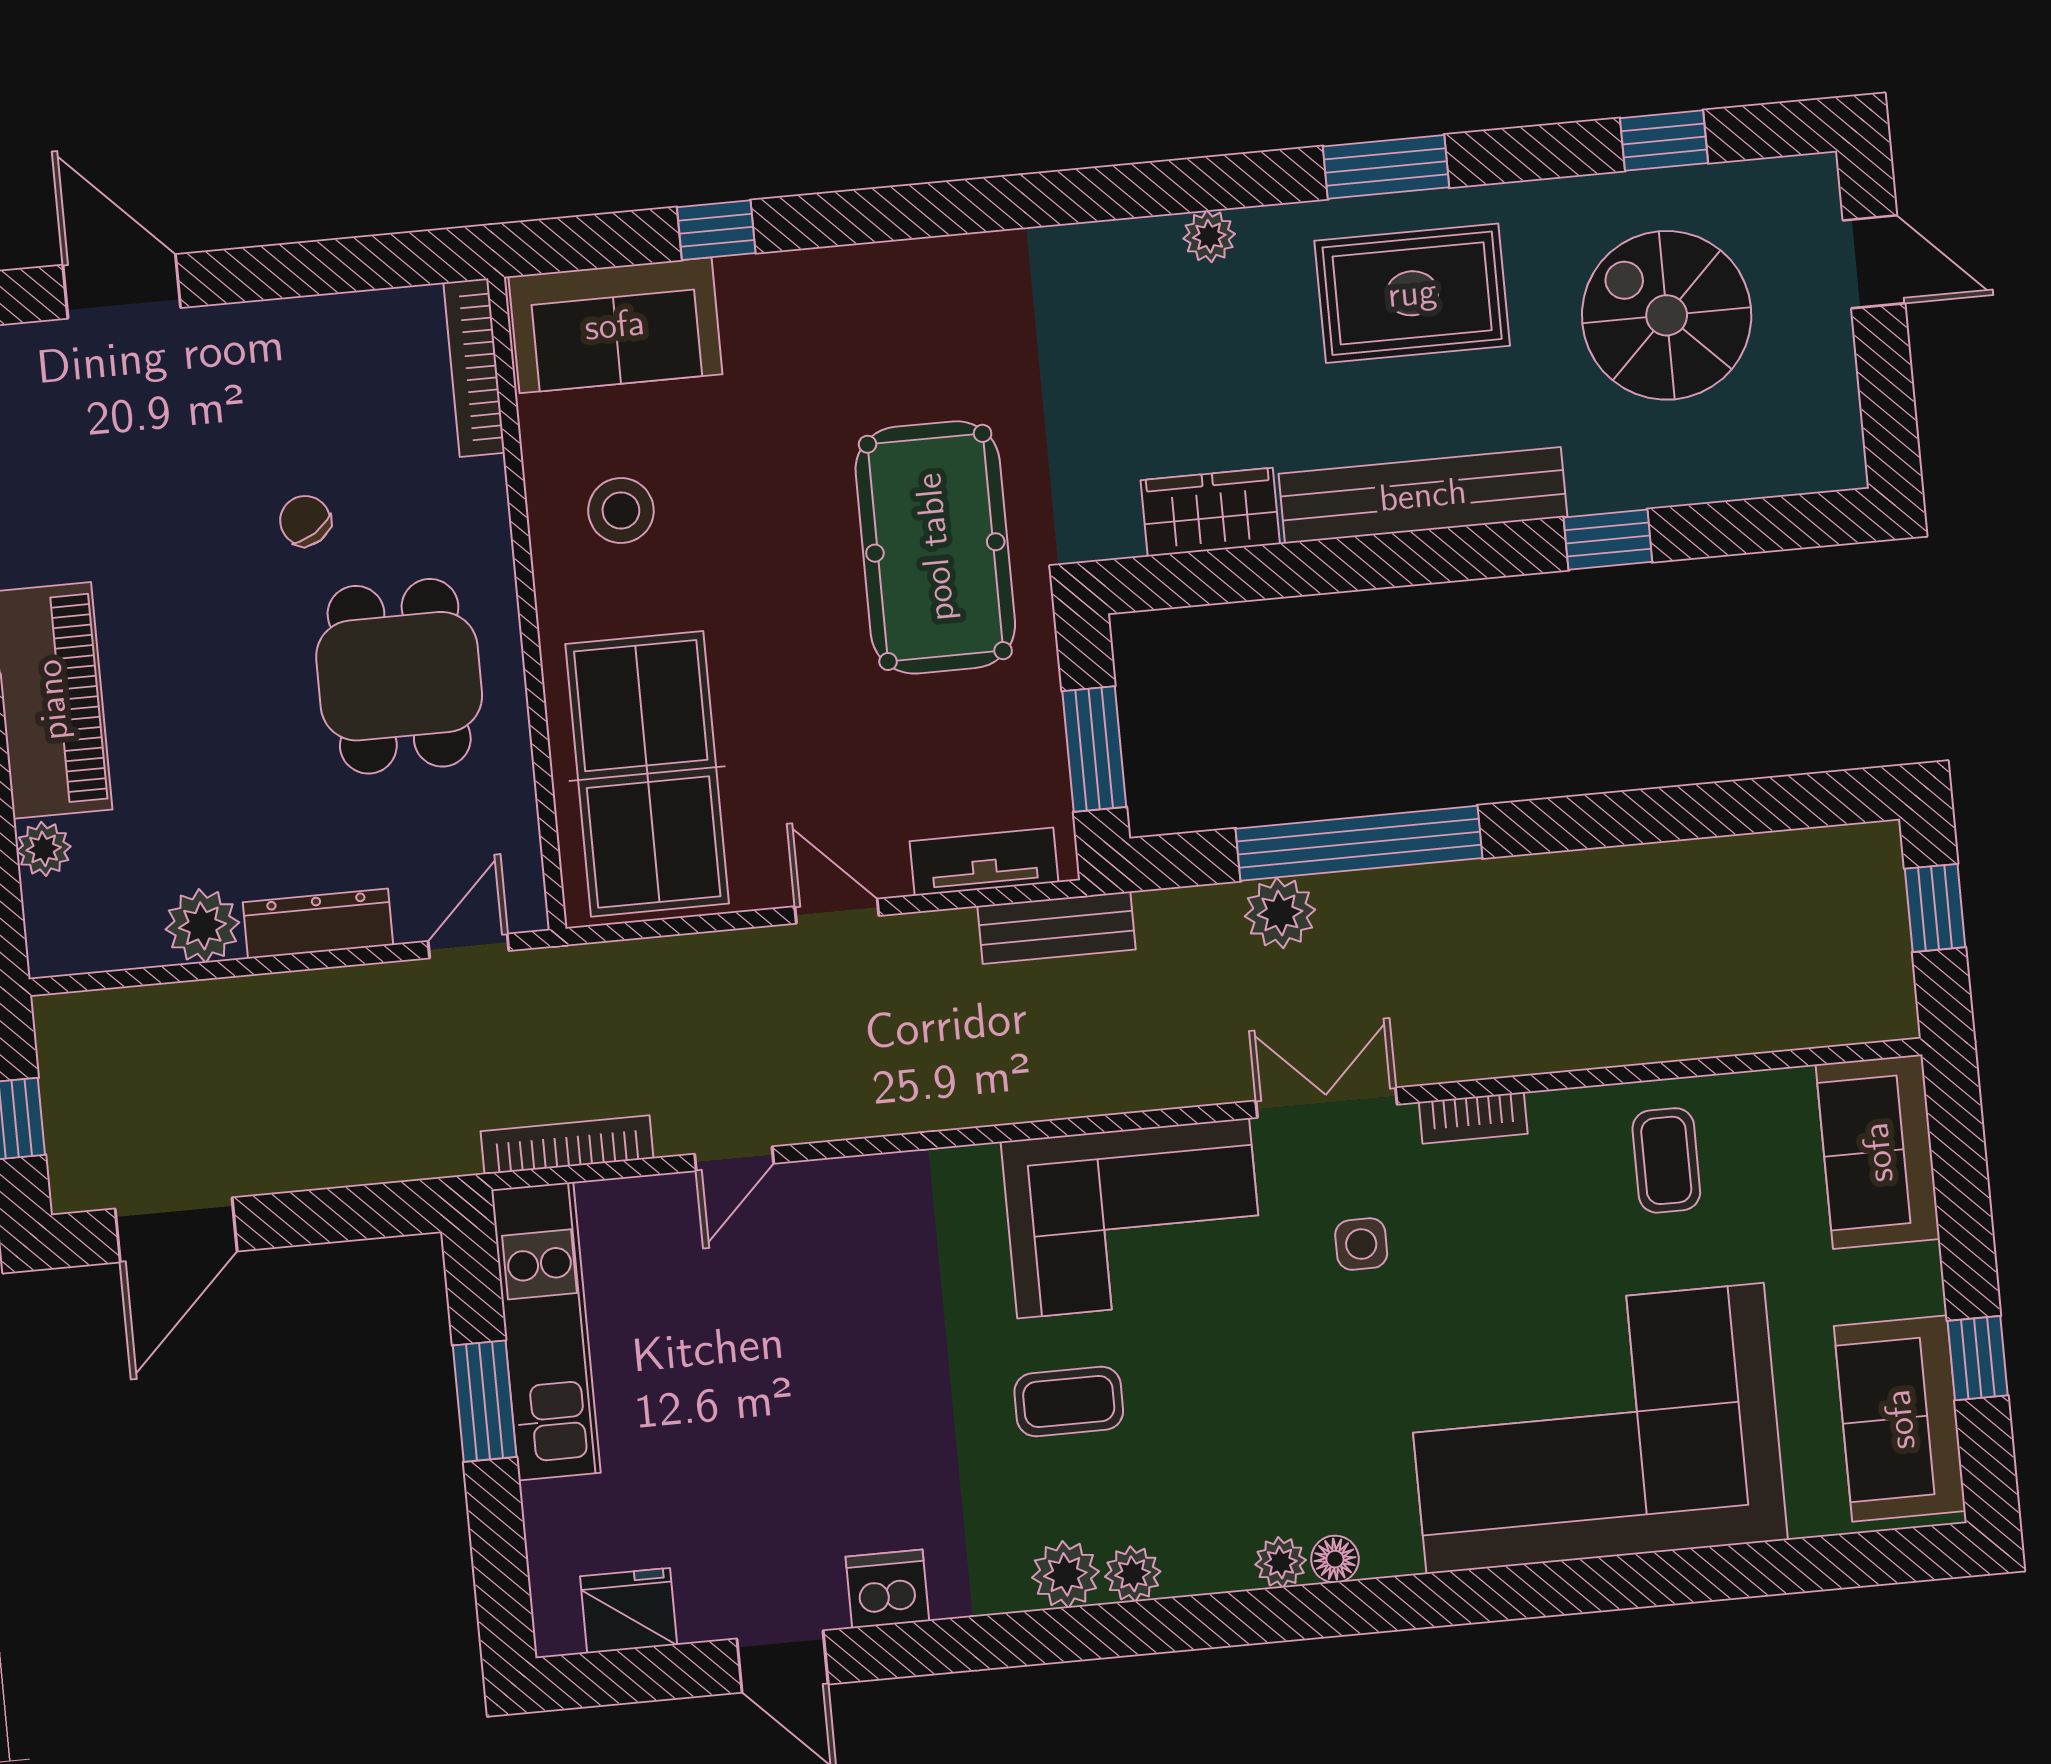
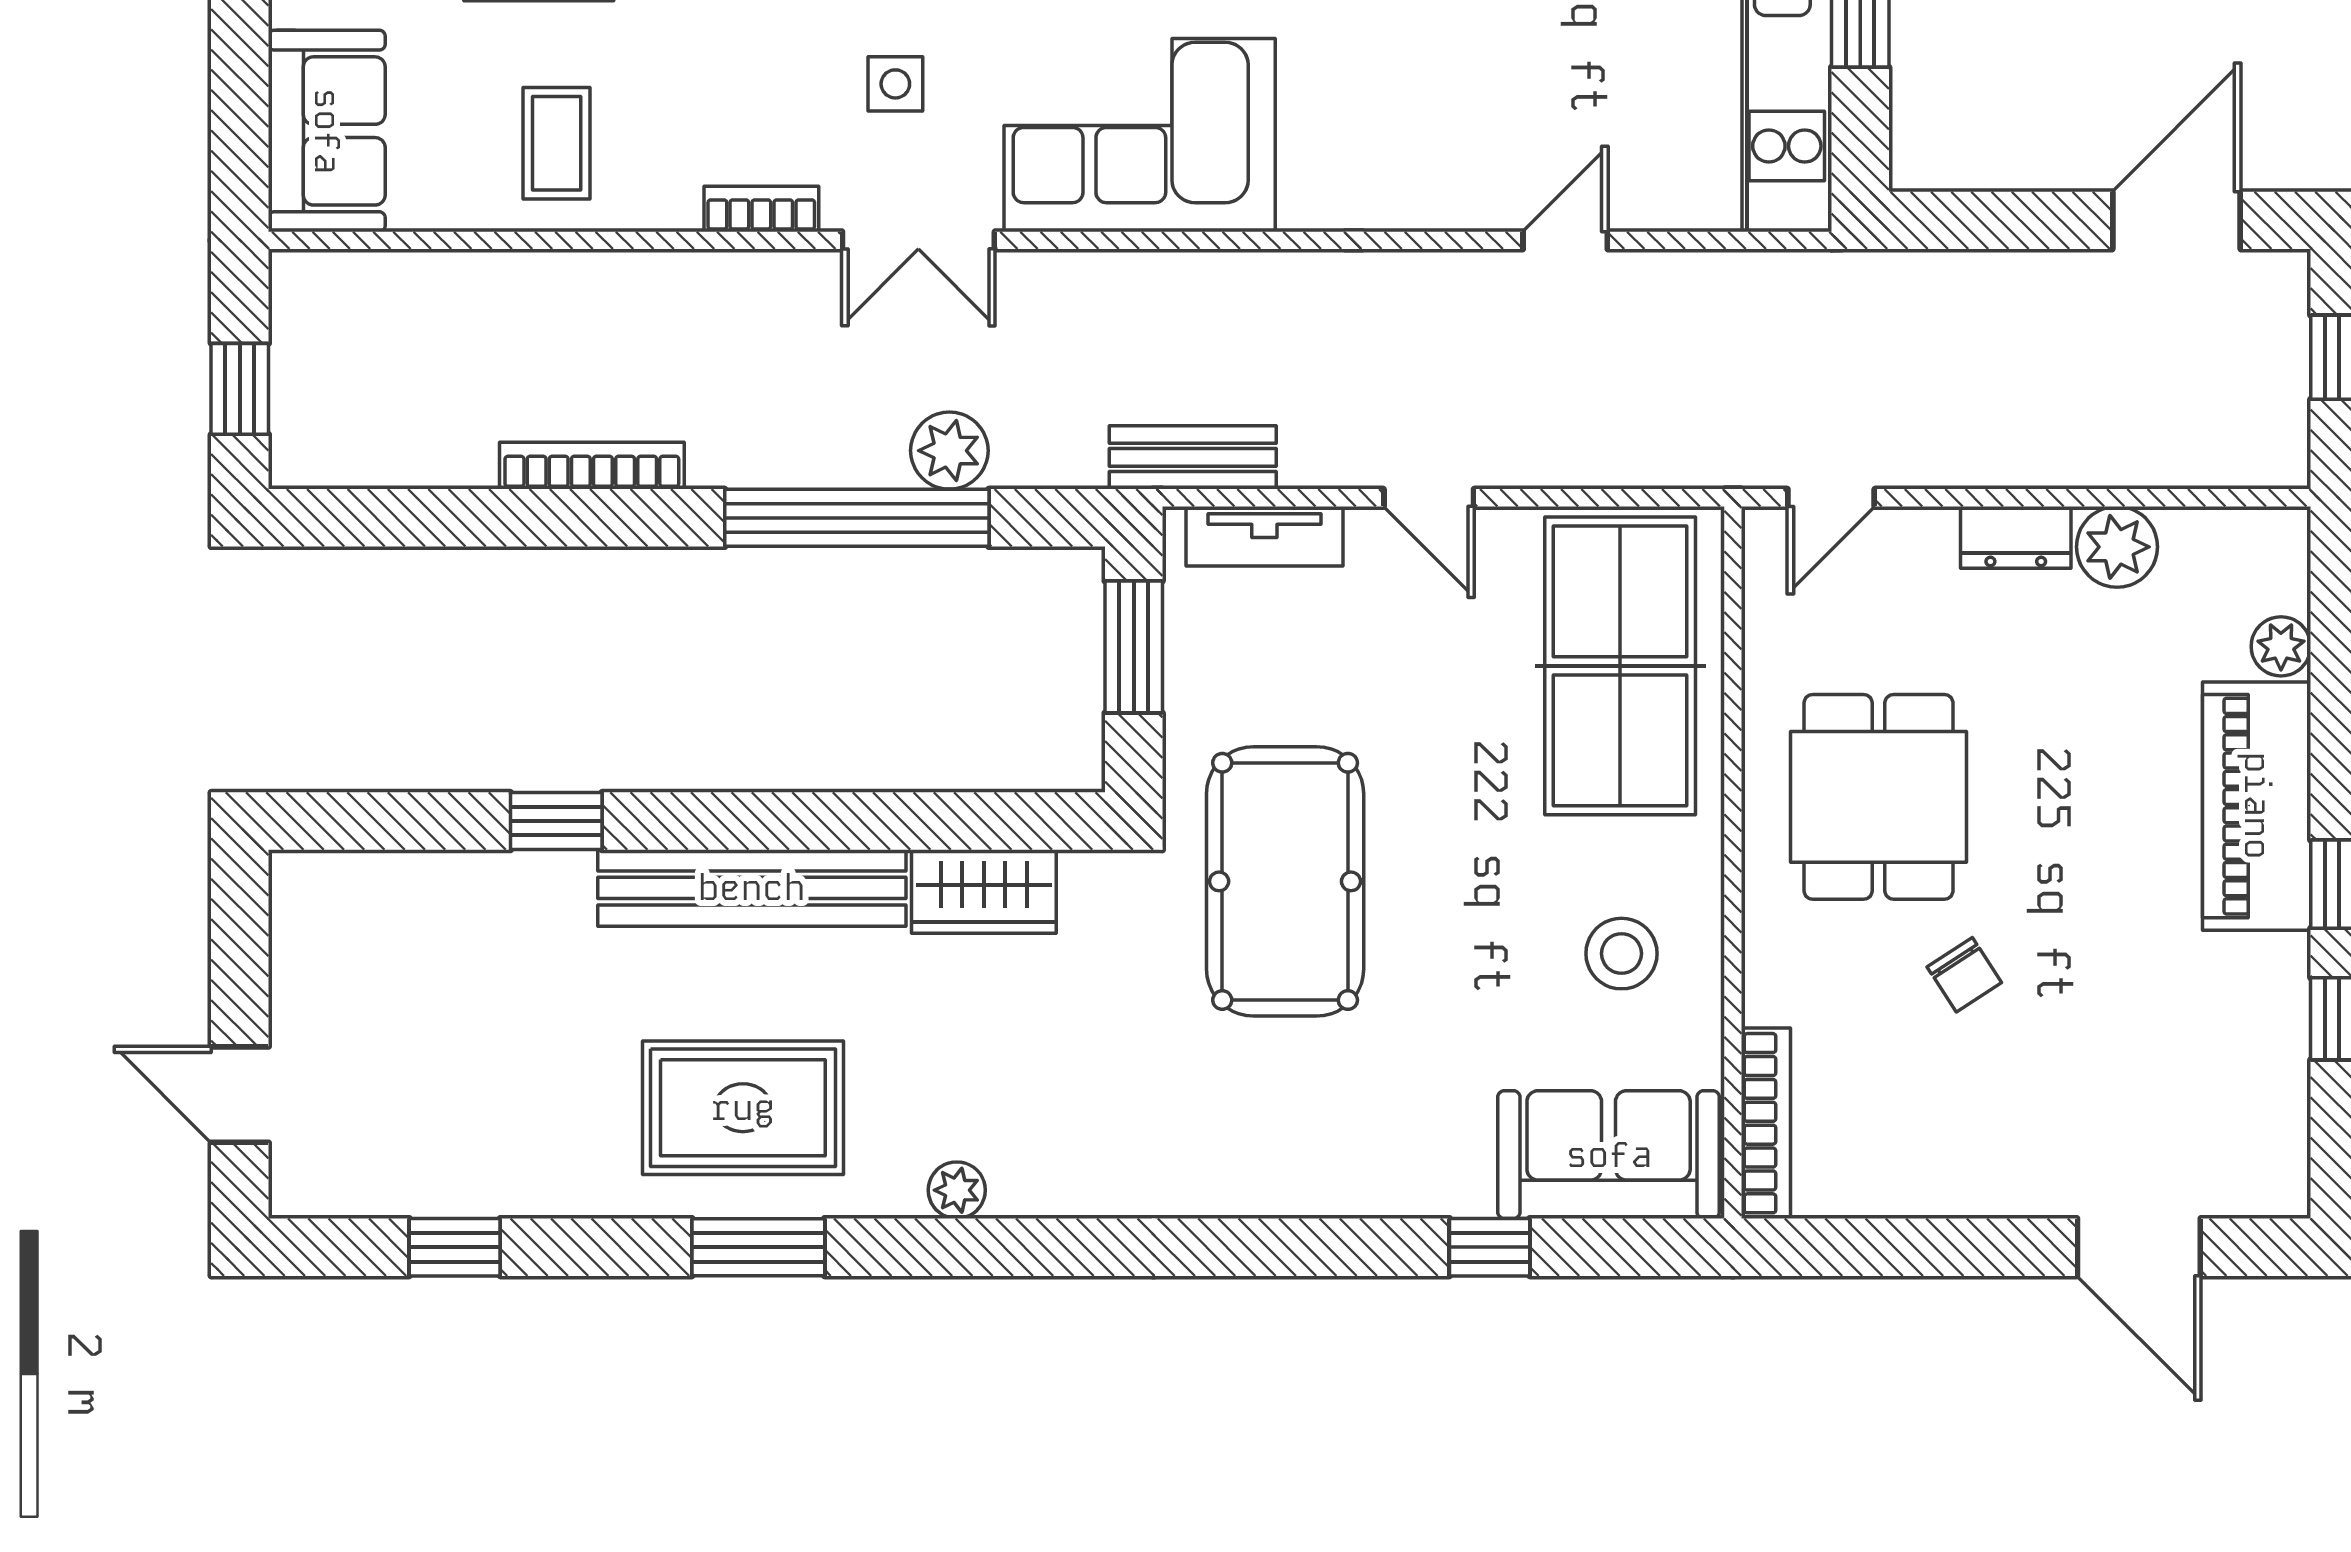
spiral stairs: (1667, 315) -> (470, 1058), removed
dresser: (318, 924) -> (2016, 537), width x0.70
bookcase: (567, 1145) -> (592, 466), moved, turned 180

